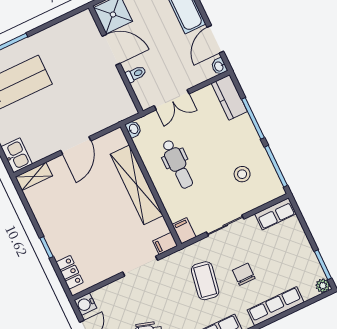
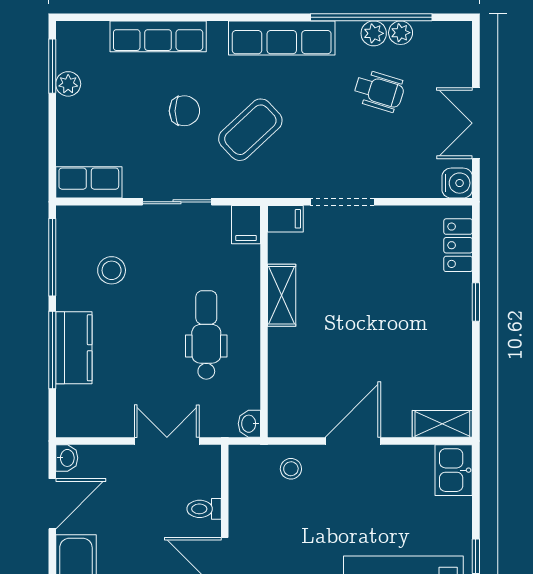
kitchen counter: (229, 97) -> (74, 348), moved
stool: (101, 116) -> (291, 469), added
shelving: (137, 185) -> (282, 295), width x0.45, depth x0.75
chair: (244, 274) -> (184, 111), turned -90
coffee table: (205, 281) -> (250, 130), turned 37
plant: (323, 286) -> (68, 84), moved

